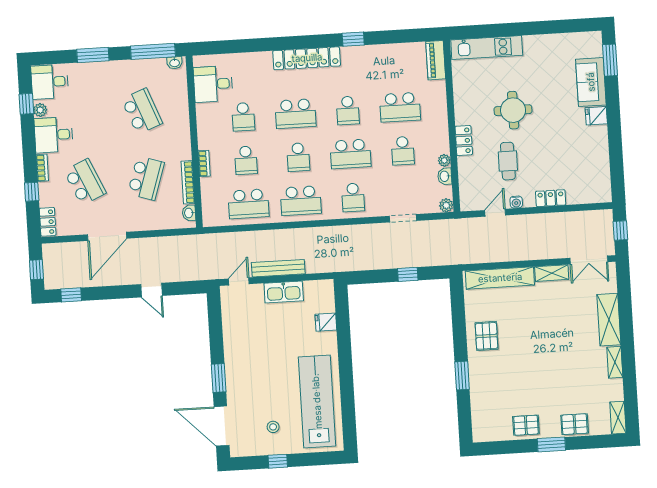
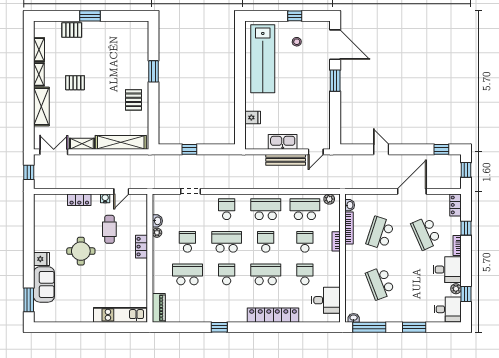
locker: (307, 58) -> (273, 315), moved
round table: (513, 110) -> (81, 251), moved
plant: (446, 205) -> (329, 199), moved
shelving: (618, 418) -> (39, 50), moved
pallet: (526, 425) -> (75, 83), moved

